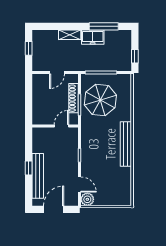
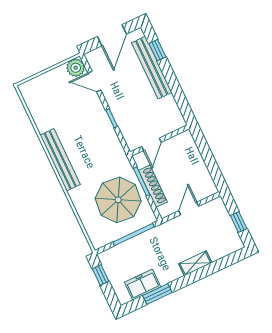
window: (104, 26) -> (157, 294), width x0.69
freezer: (93, 37) -> (143, 285), moved
window: (29, 168) -> (157, 50), moved

